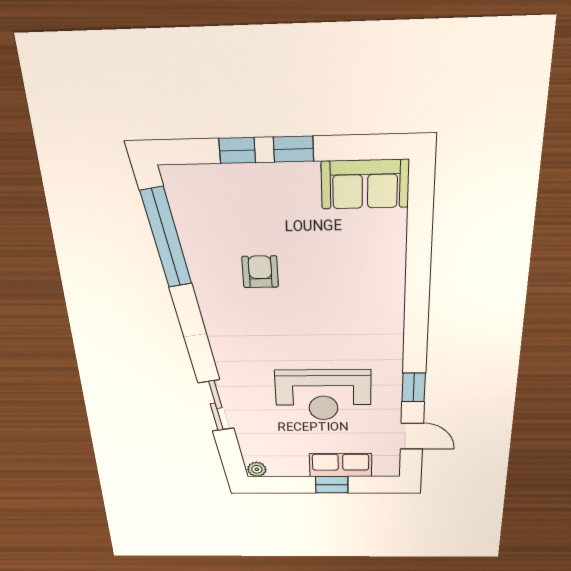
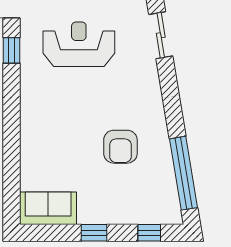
window: (237, 150) -> (149, 233), moved
armchair: (260, 272) -> (120, 147), width x1.38, depth x1.38

